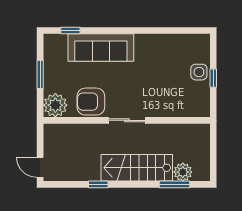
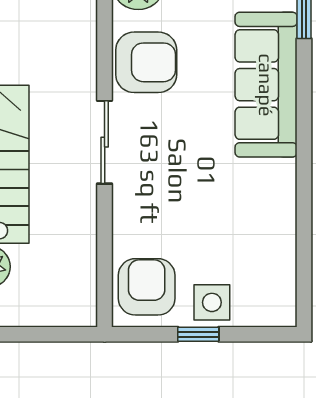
armchair: (192, 101) -> (147, 287), added
armchair: (91, 102) -> (146, 62), turned 90

